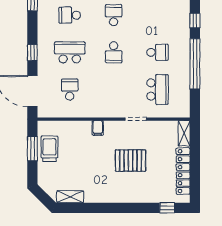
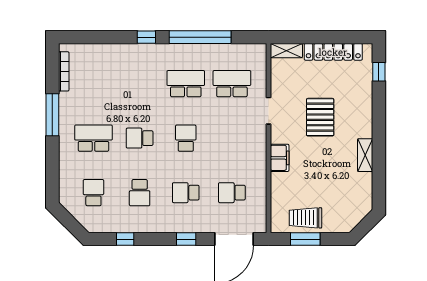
school desk: (70, 52) -> (186, 193), width x0.54
school desk: (114, 52) -> (186, 138), turned -90
school desk: (158, 52) -> (186, 84), width x1.85
filing cabinet: (98, 128) -> (280, 158), width x2.00
shelving: (70, 197) -> (365, 155), moved

